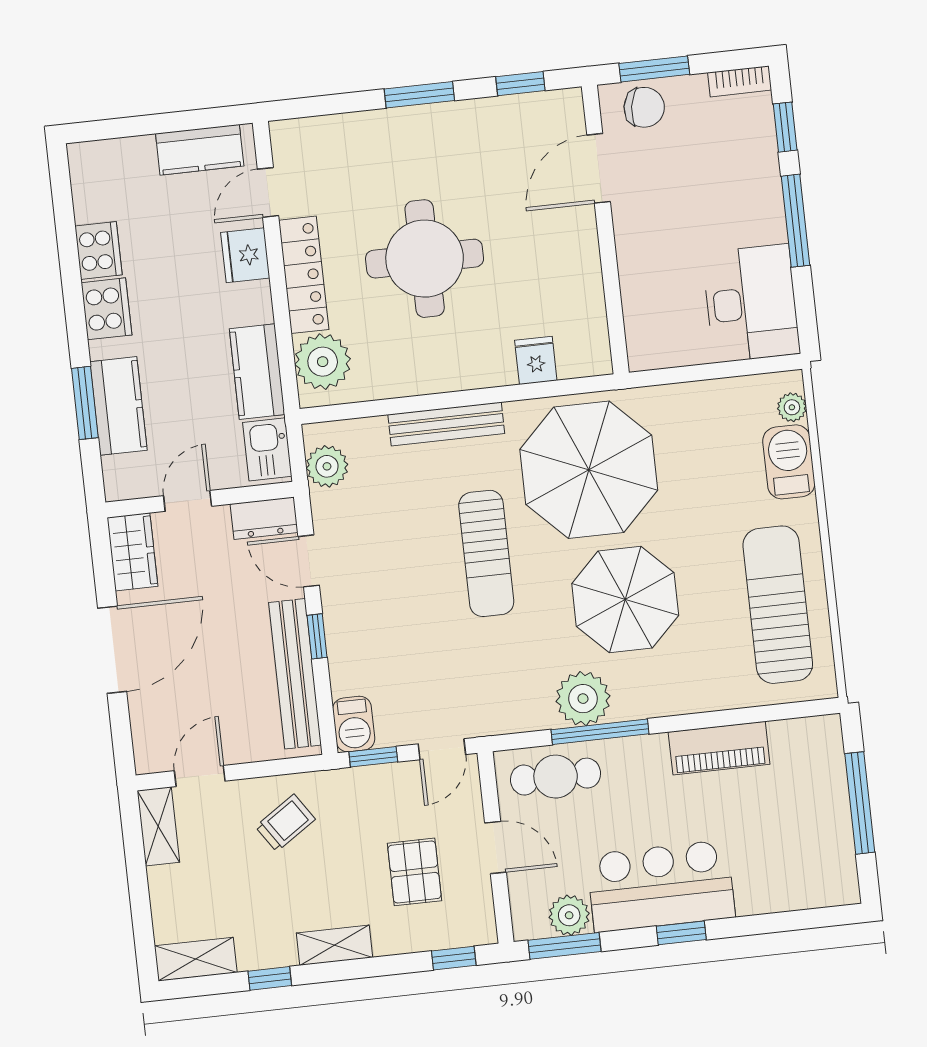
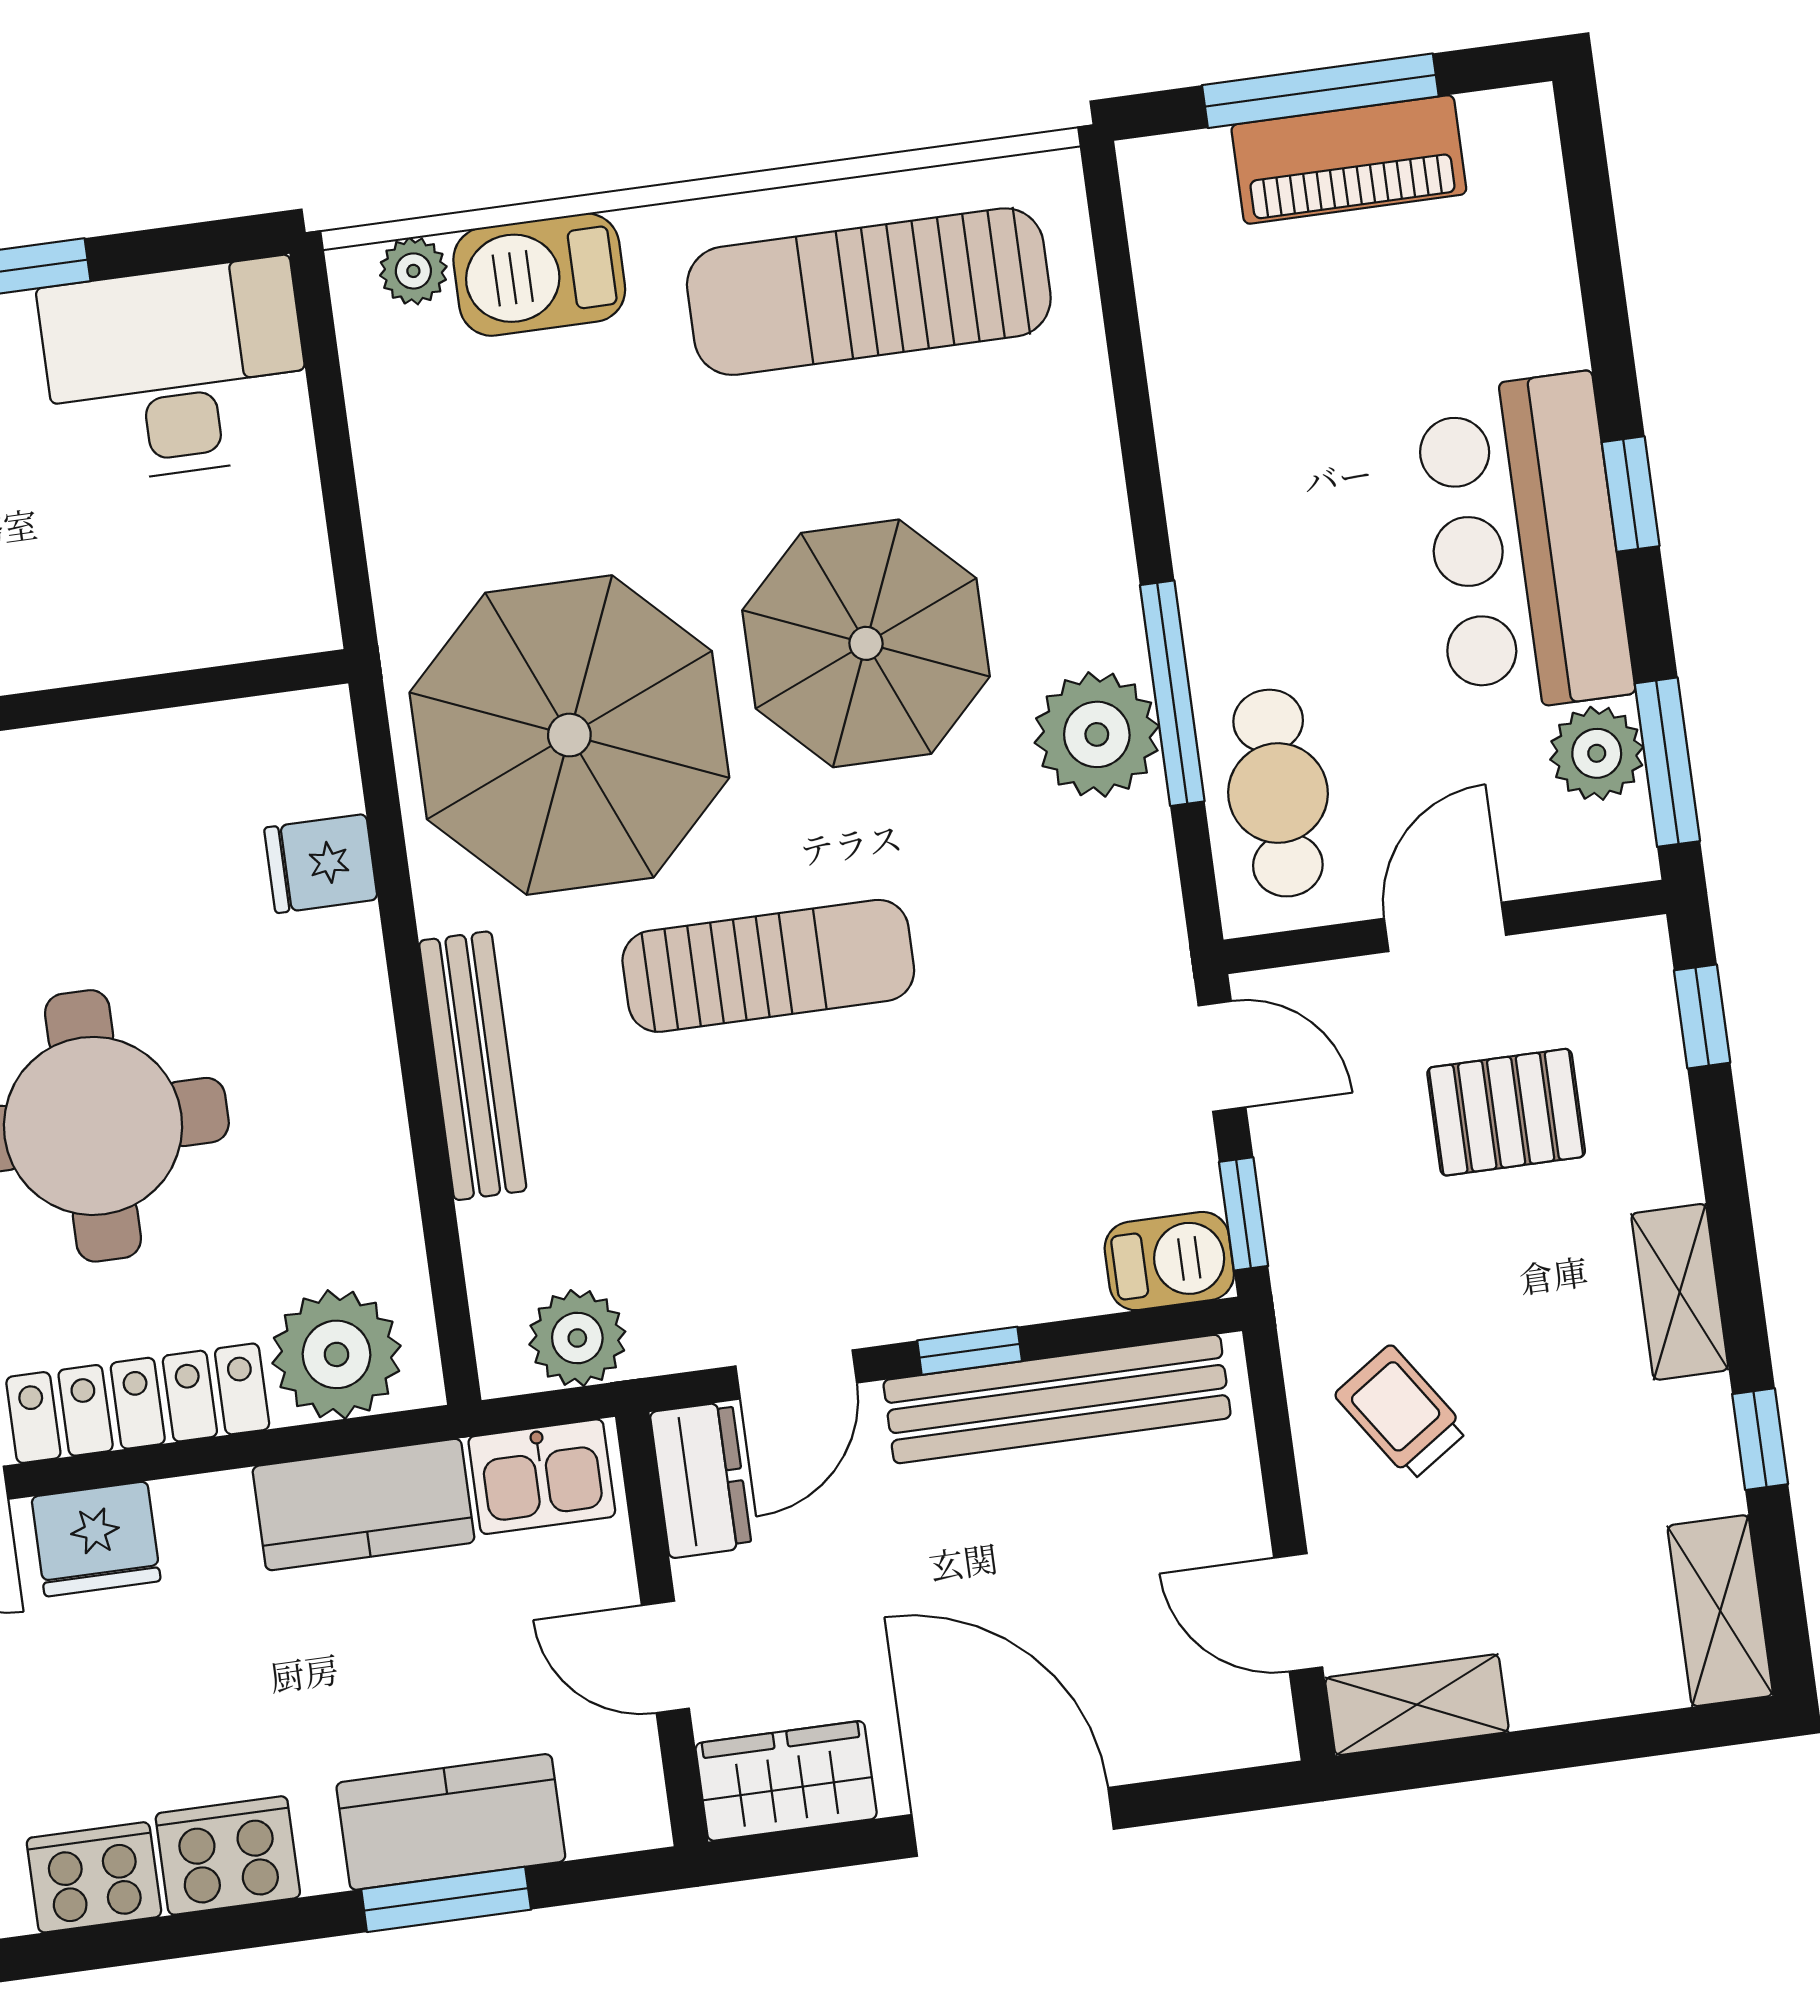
piano: (719, 748) -> (1349, 159), moved, turned 90

